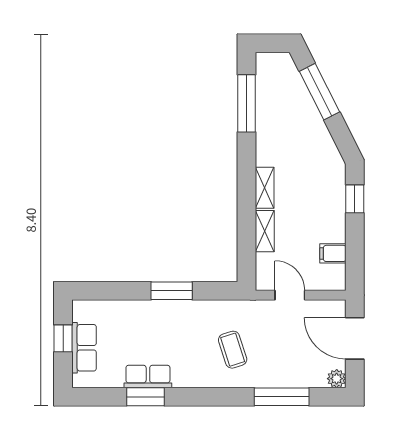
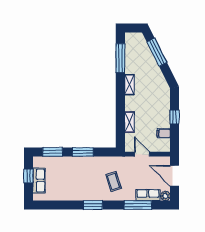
shelving: (265, 188) -> (129, 85), moved
window: (355, 199) -> (175, 117), moved
window: (111, 291) -> (53, 152), added
row of seats: (148, 377) -> (148, 195), moved
window: (145, 397) -> (93, 205), moved

